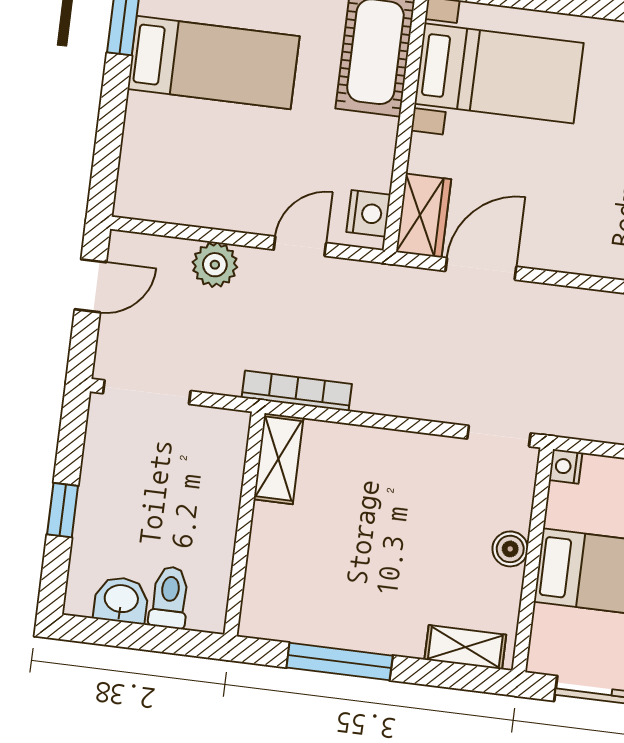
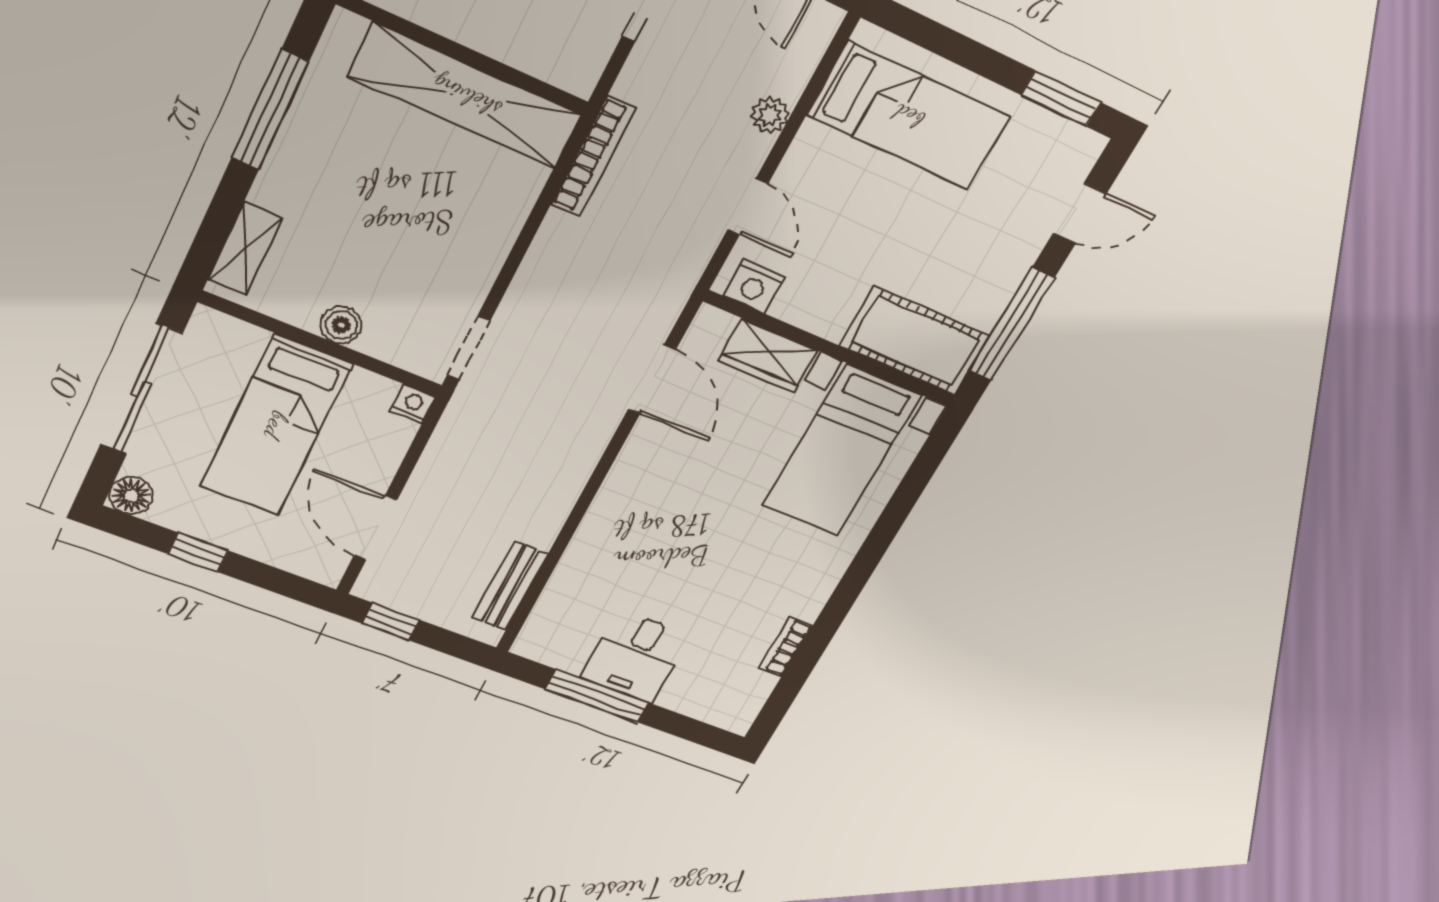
bed: (214, 63) -> (909, 116), moved, turned -90
wardrobe: (423, 216) -> (768, 356), moved
plant: (215, 265) -> (770, 115), width x0.73, depth x0.73
shelving: (278, 459) -> (466, 96), width x2.20, depth x1.33

